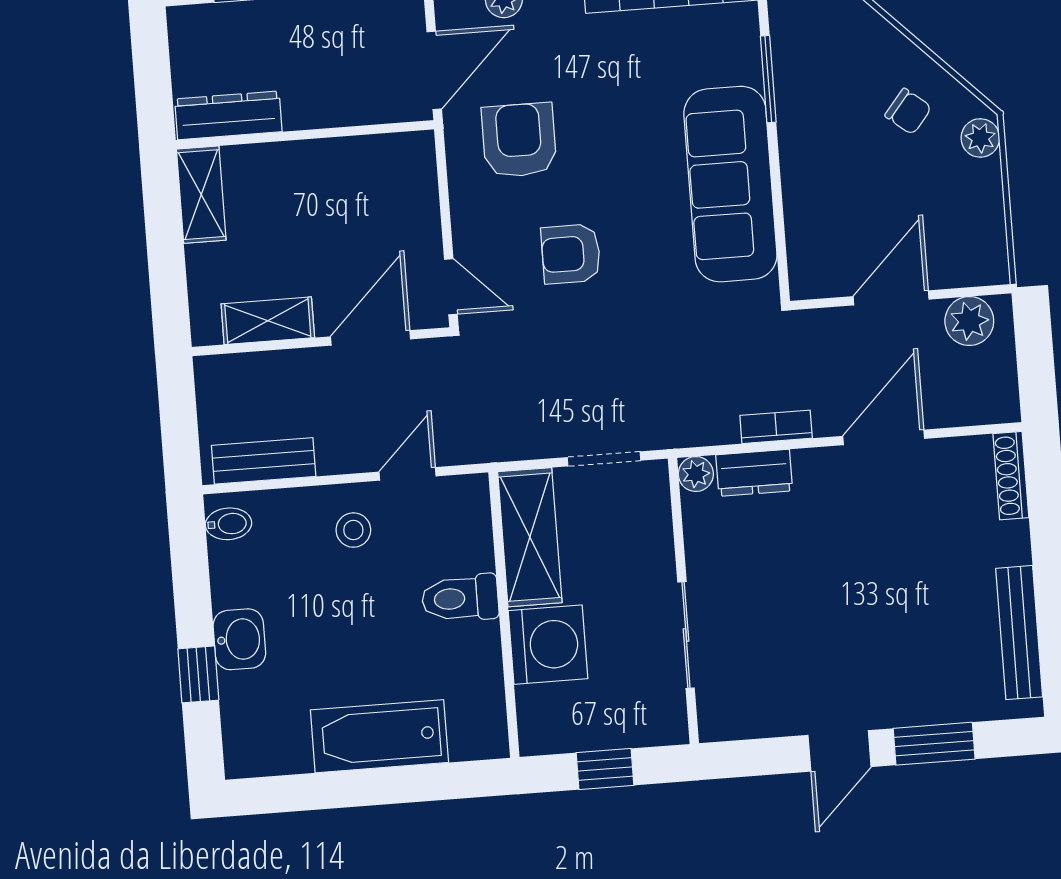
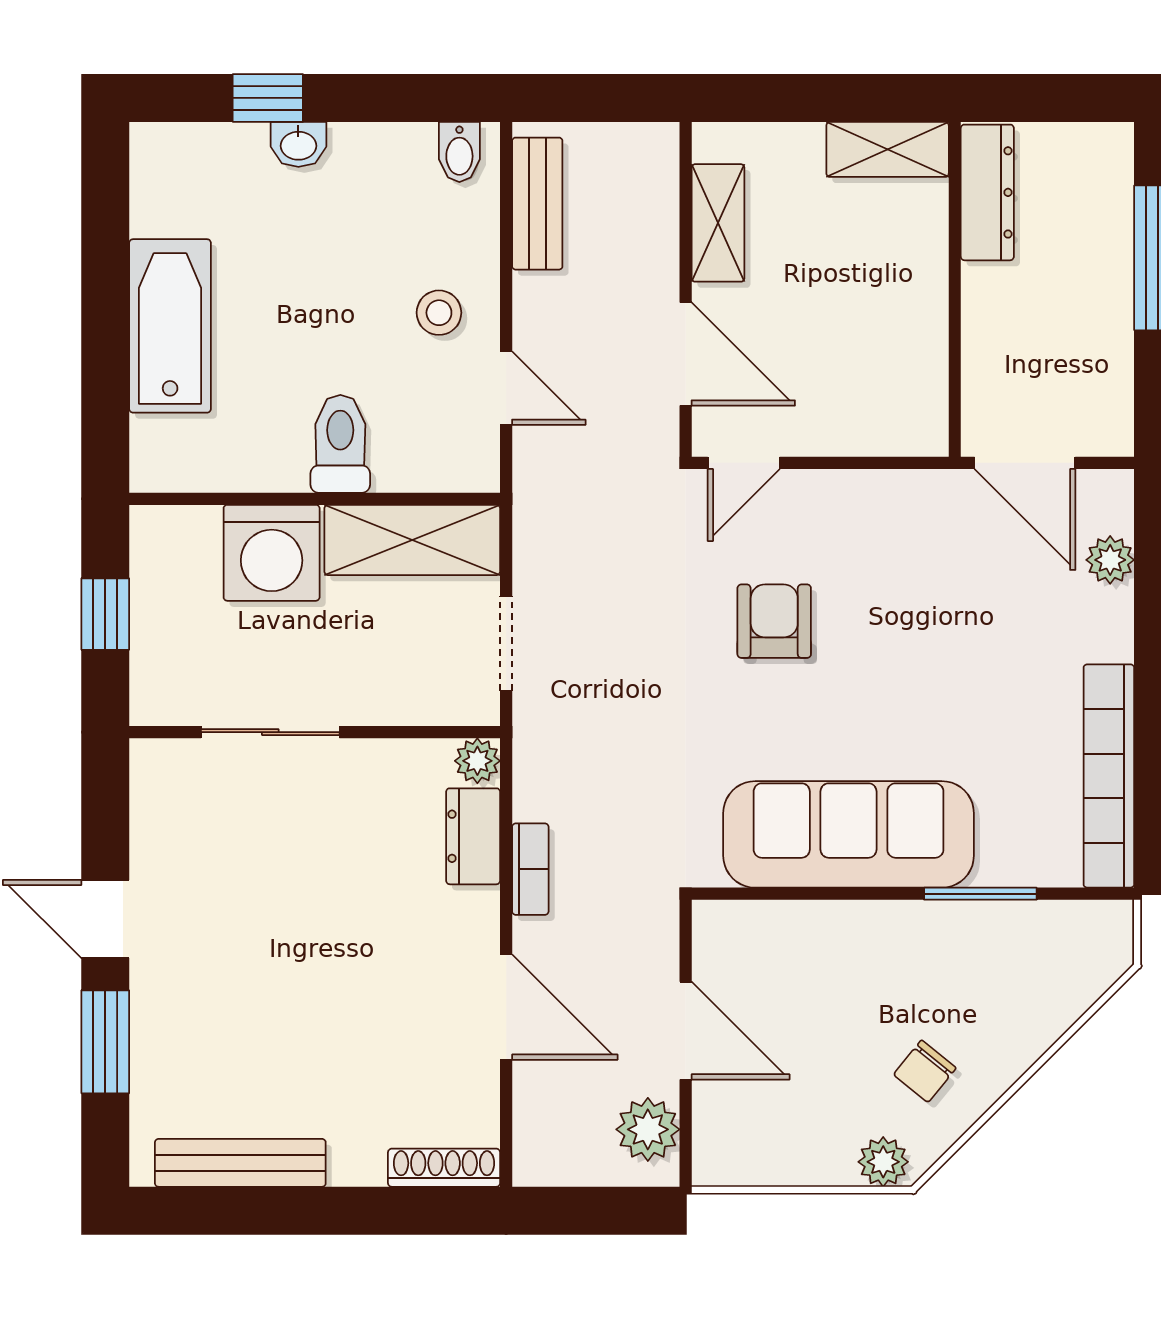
armchair: (519, 140) -> (926, 566), removed
washbasin: (239, 639) -> (298, 144), width x0.72, depth x0.69

